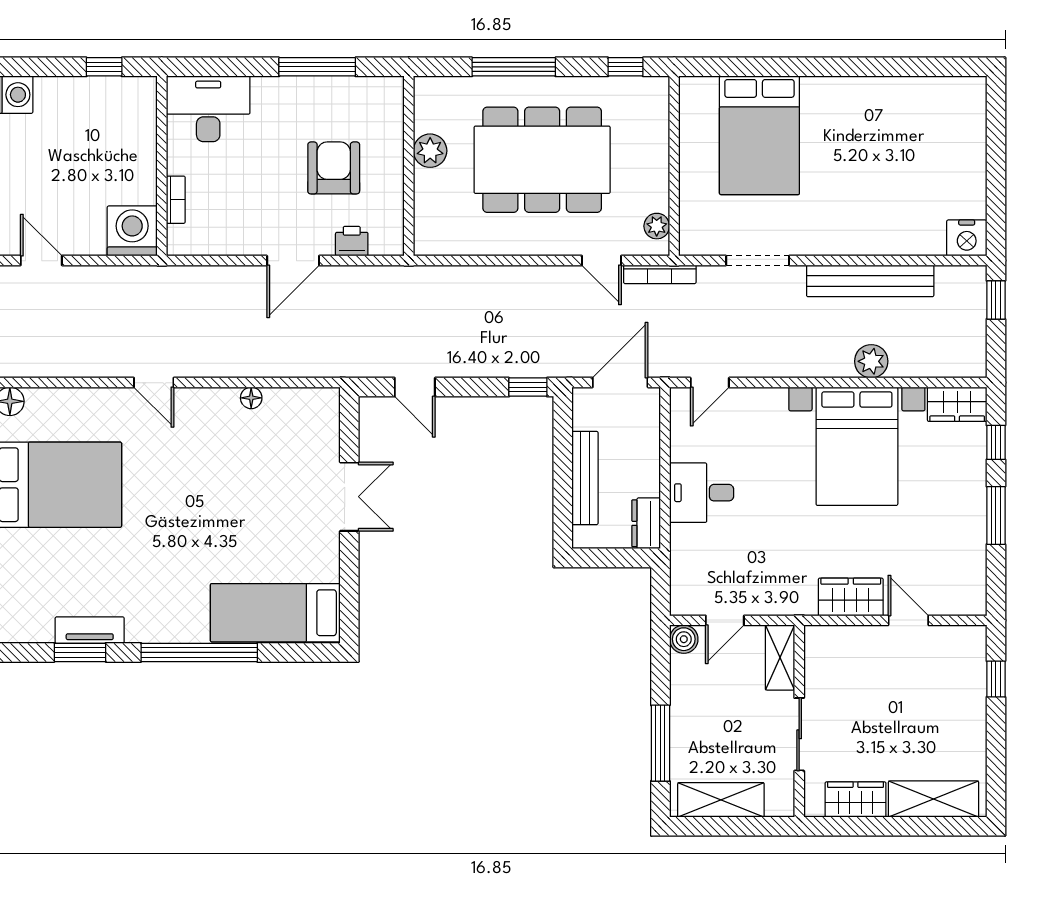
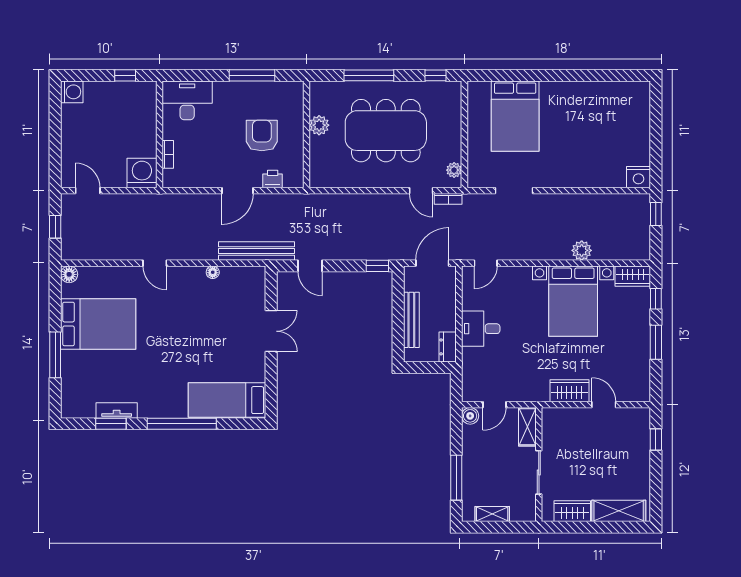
bookcase: (660, 274) -> (448, 199), width x0.64
bench: (870, 281) -> (256, 251), moved
shelving: (721, 800) -> (492, 514), width x0.67, depth x0.75

